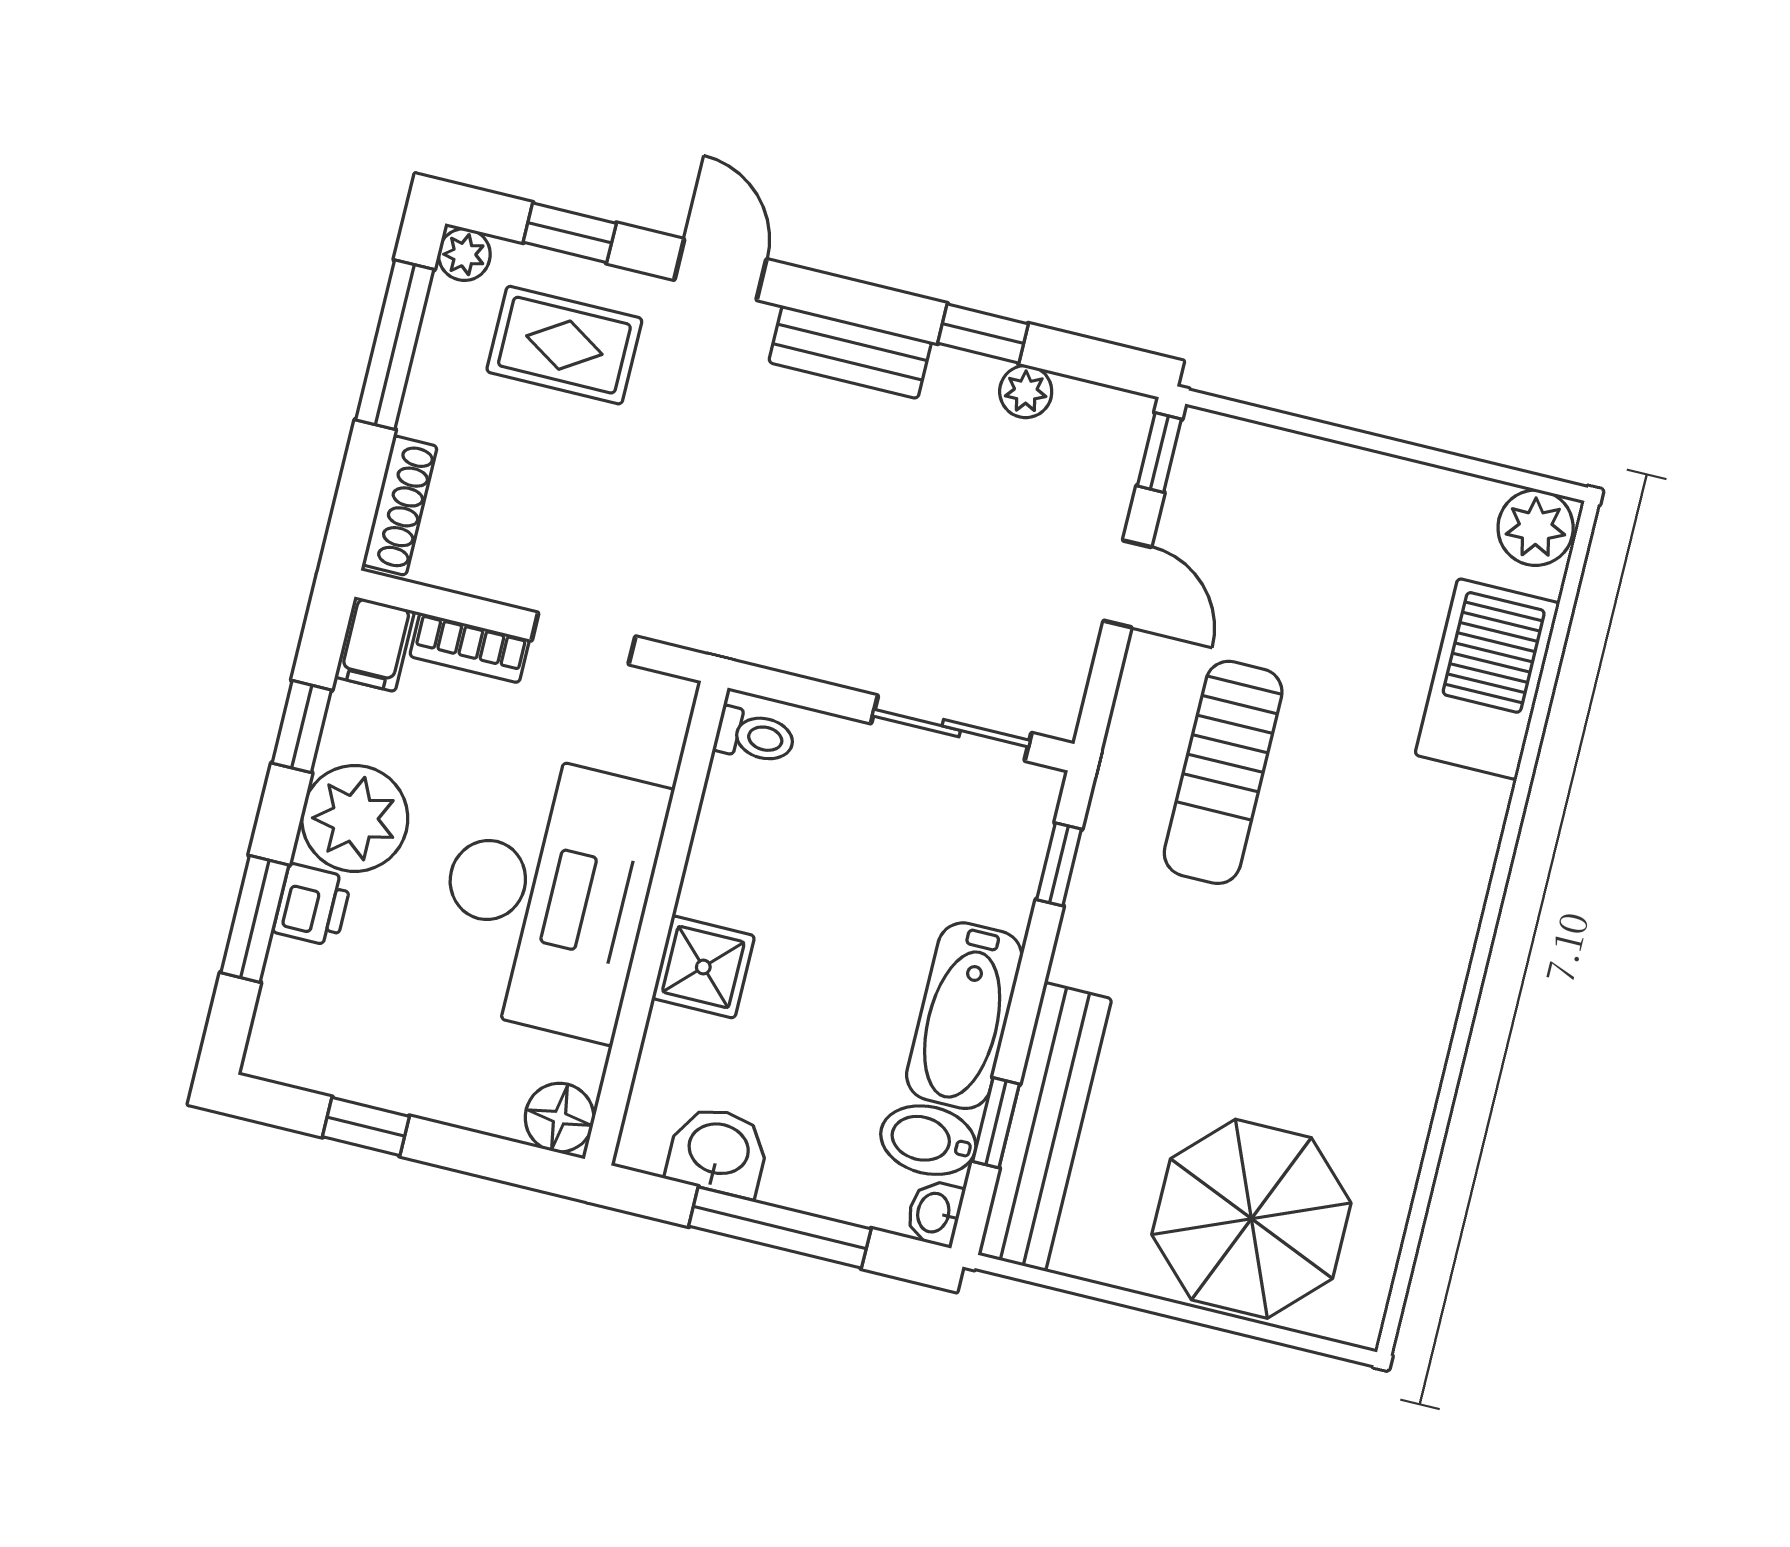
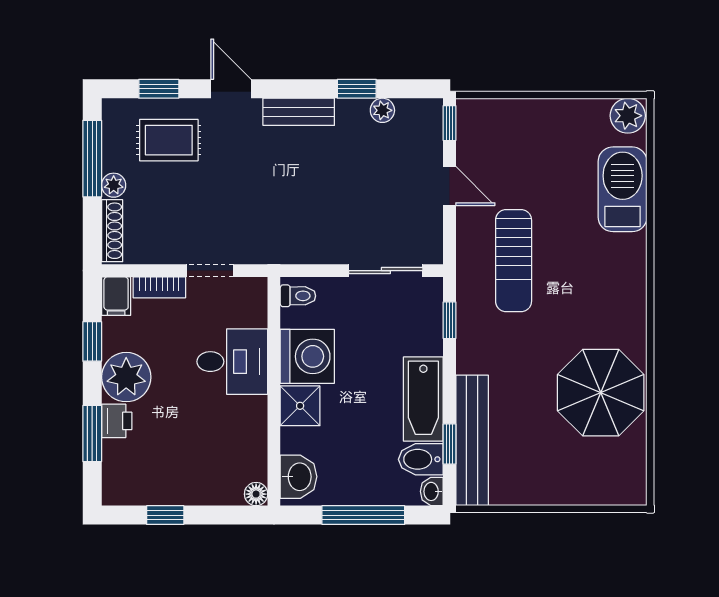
plant: (464, 255) -> (114, 185), moved
washing machine: (743, 867) -> (307, 356), added
desk: (547, 895) -> (232, 362), width x0.53, depth x0.77
floor lamp: (560, 1118) -> (256, 494), width x0.73, depth x0.73
washbasin: (718, 1151) -> (299, 477), moved, turned 90
parasol: (1251, 1219) -> (601, 393), moved

